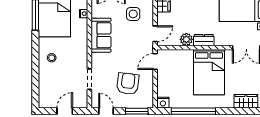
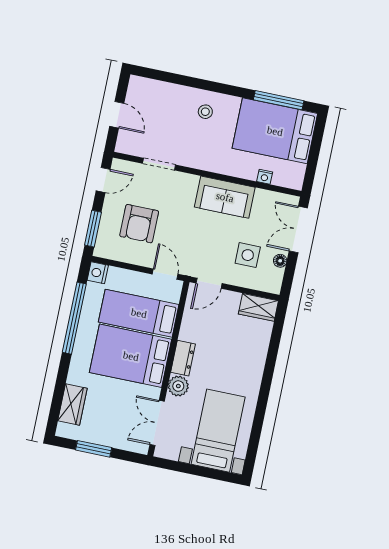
door: (155, 34) -> (209, 283), hinge flipped
plant: (186, 39) -> (178, 386), moved
bed: (182, 73) -> (139, 313), added
armchair: (128, 84) -> (139, 224), turned 83

